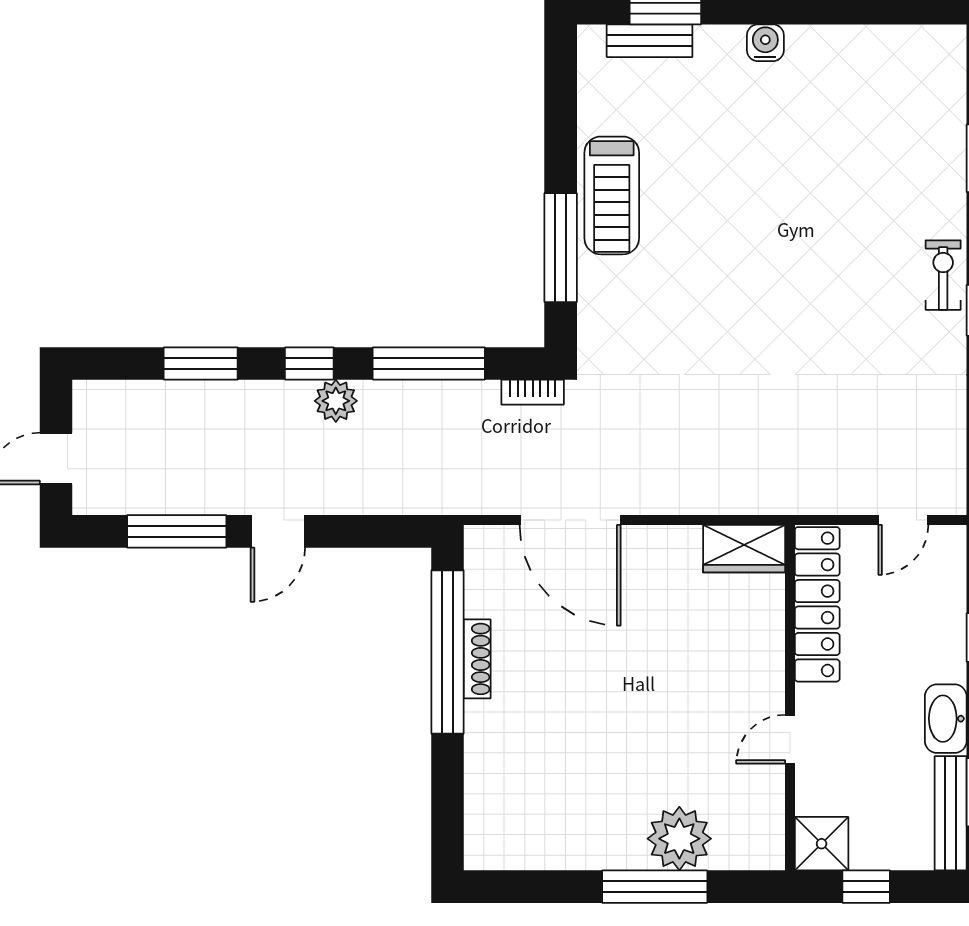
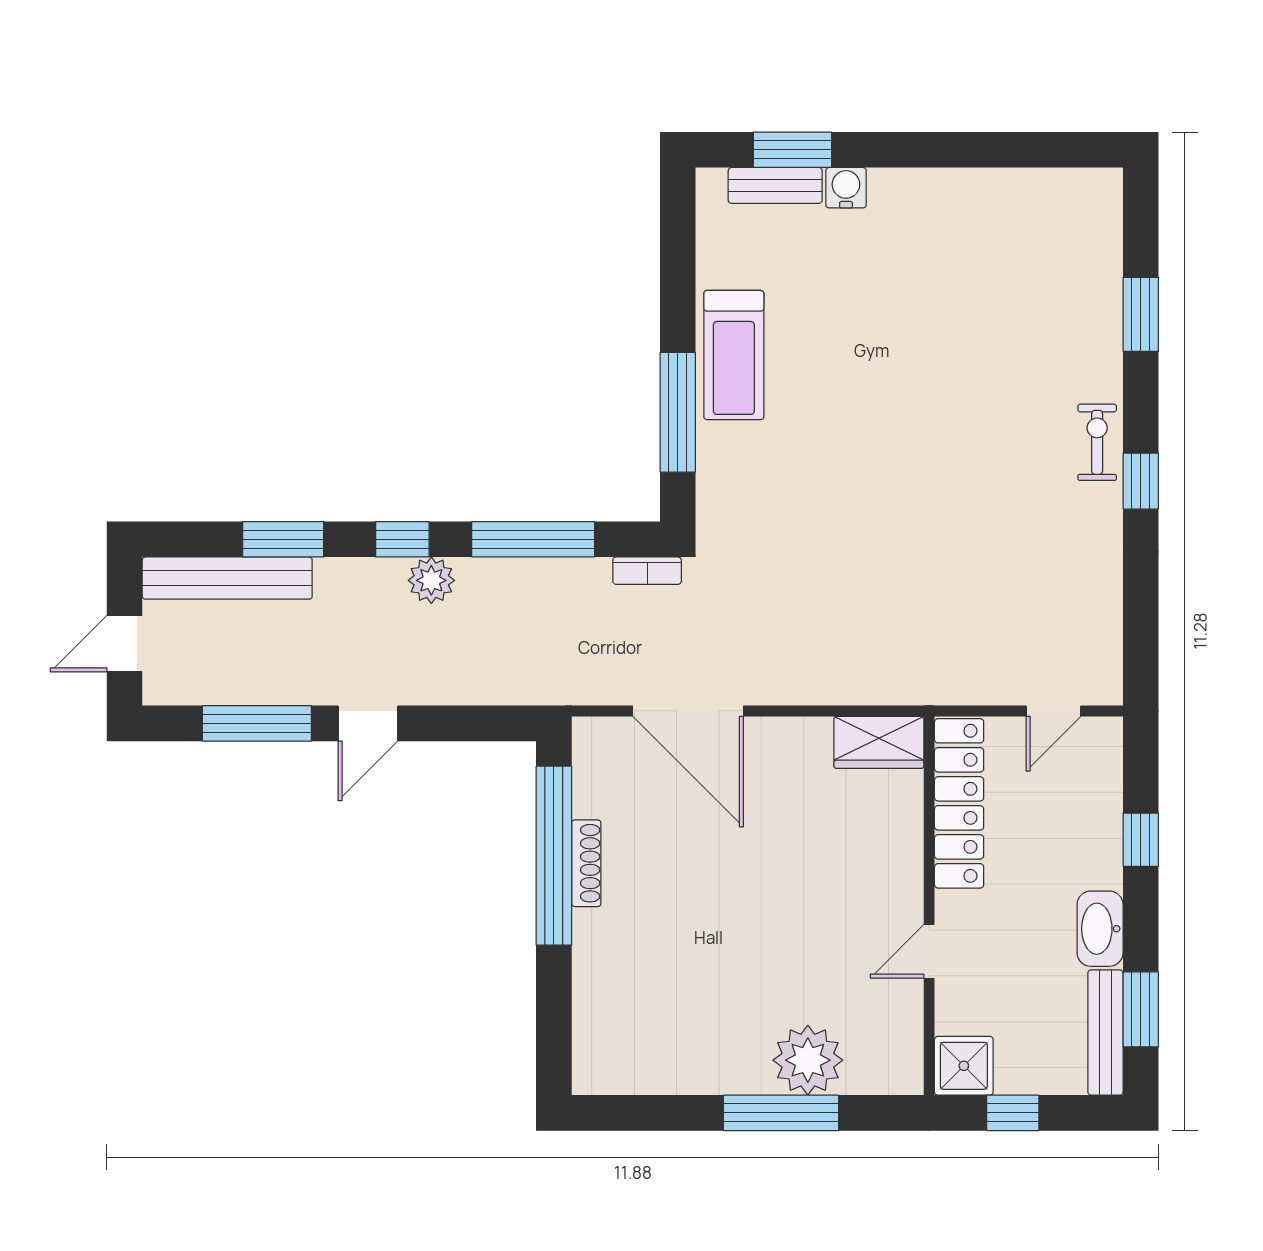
water cooler: (765, 43) -> (846, 188), moved
bench: (150, 399) -> (227, 578), added

